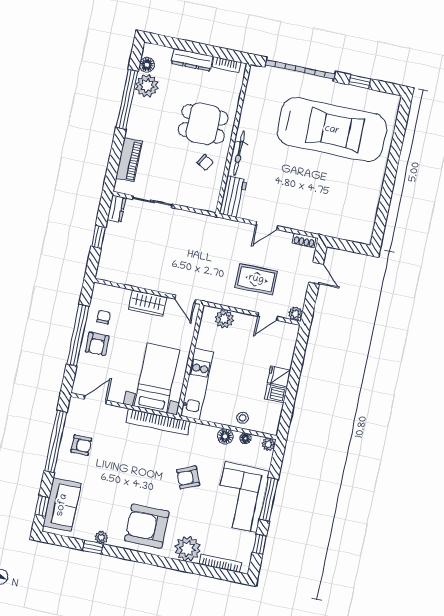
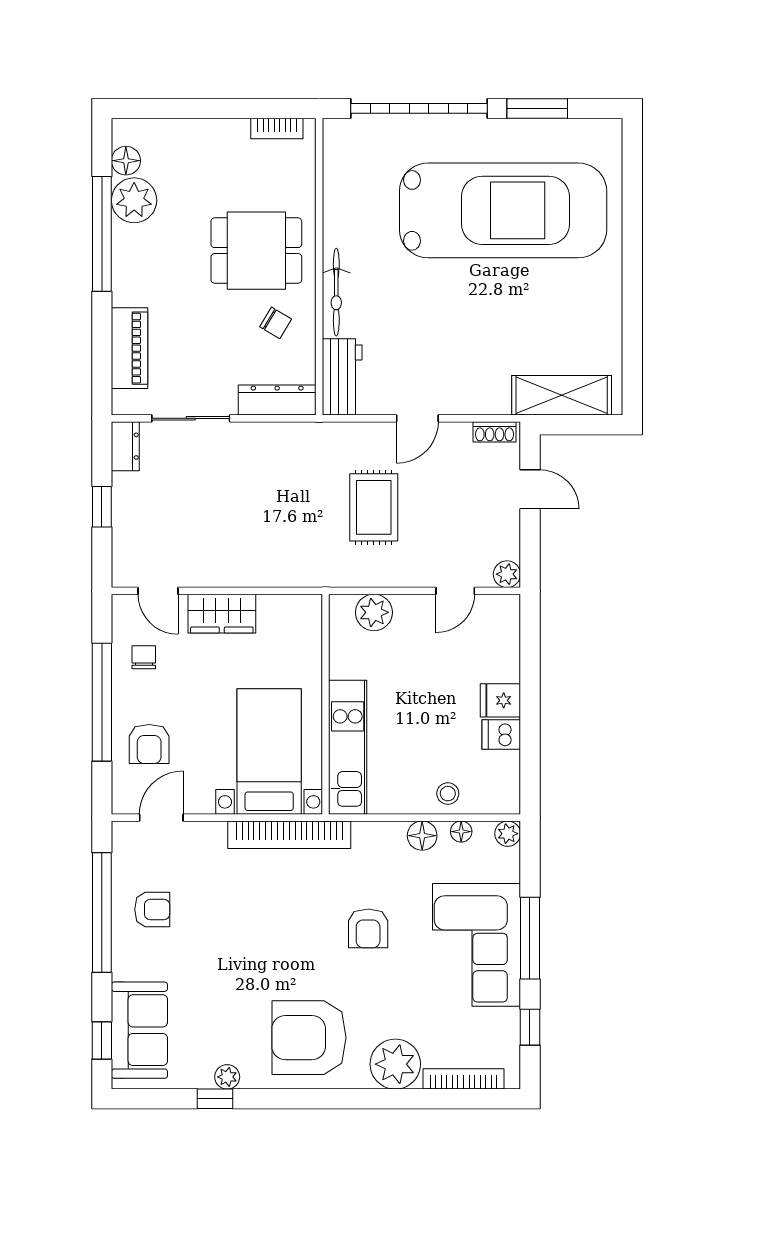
dresser: (192, 60) -> (277, 400), moved, turned 180
window: (360, 82) -> (537, 108), width x1.50
shelving: (342, 229) -> (562, 395), added
rug: (256, 279) -> (374, 507), moved, turned 90
door: (185, 299) -> (158, 591), moved
armchair: (97, 344) -> (149, 744), moved
armchair: (188, 477) -> (368, 928), turned -68

